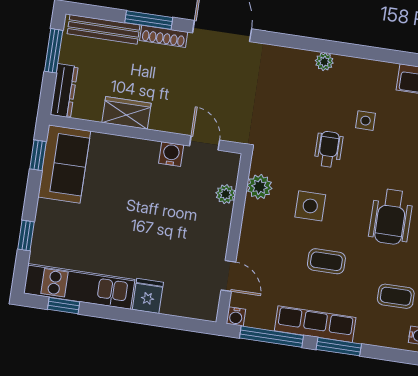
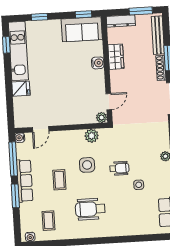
water cooler: (171, 154) -> (98, 63), moved
plant: (226, 194) -> (102, 117), moved

